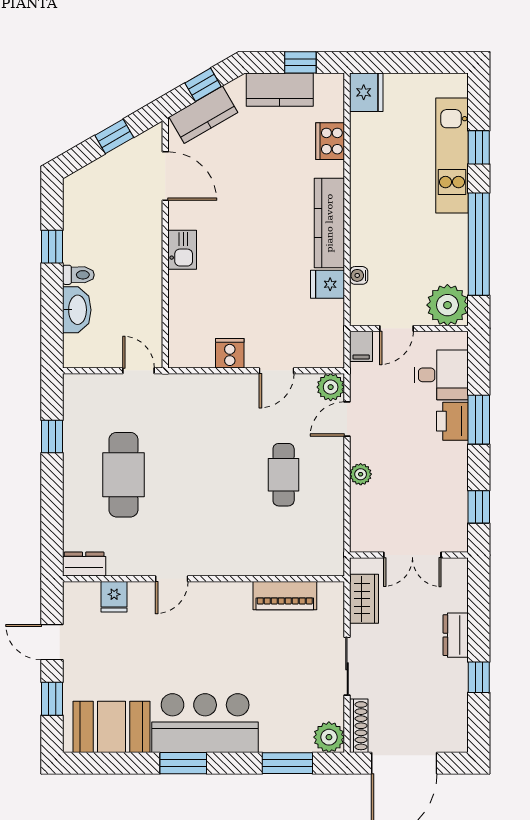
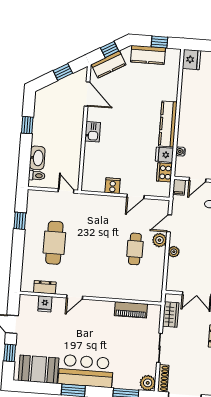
cooker: (330, 141) -> (164, 172), moved
toilet: (78, 275) -> (37, 176), moved
plant: (331, 387) -> (159, 240), moved
dresser: (84, 564) -> (45, 287), moved

